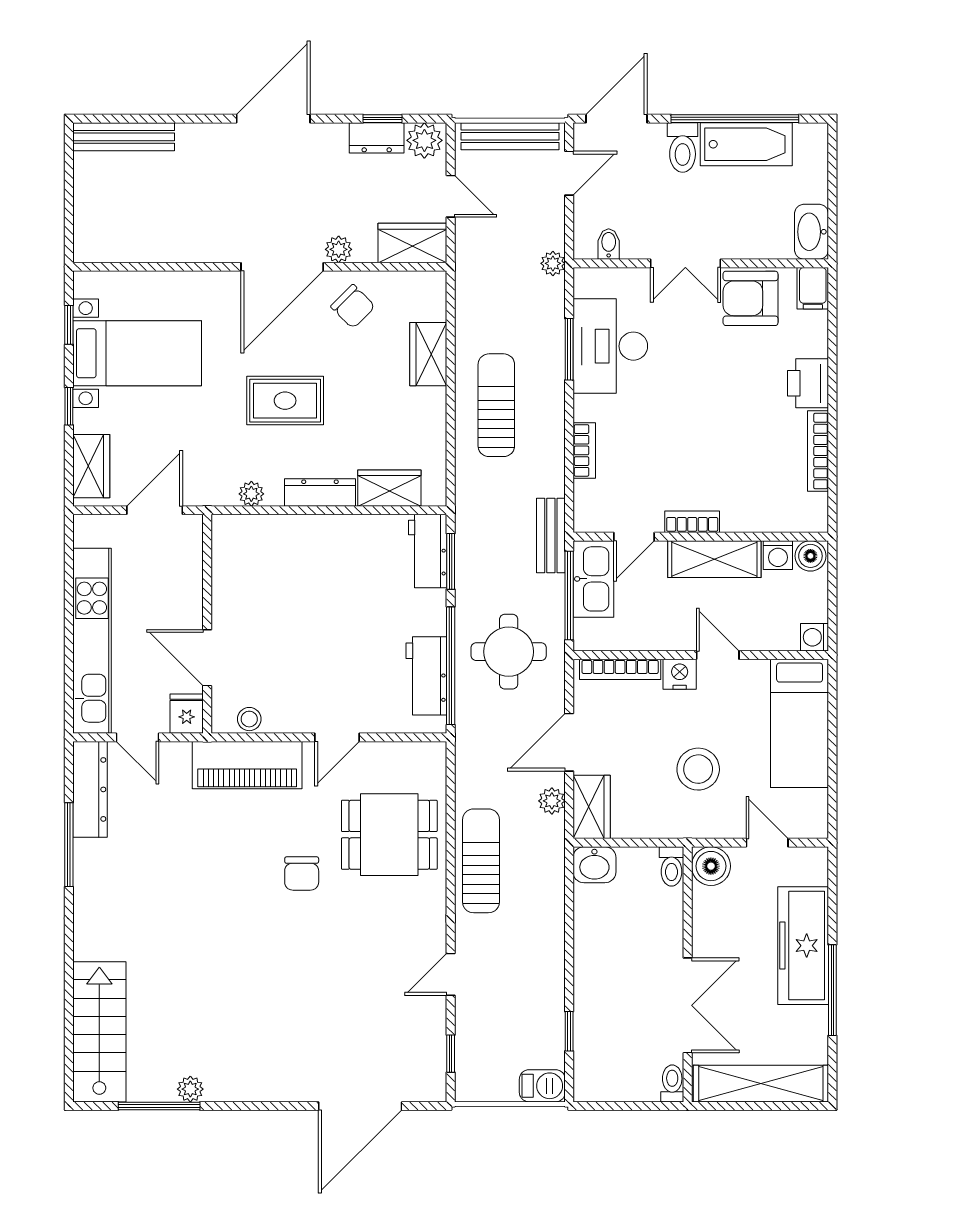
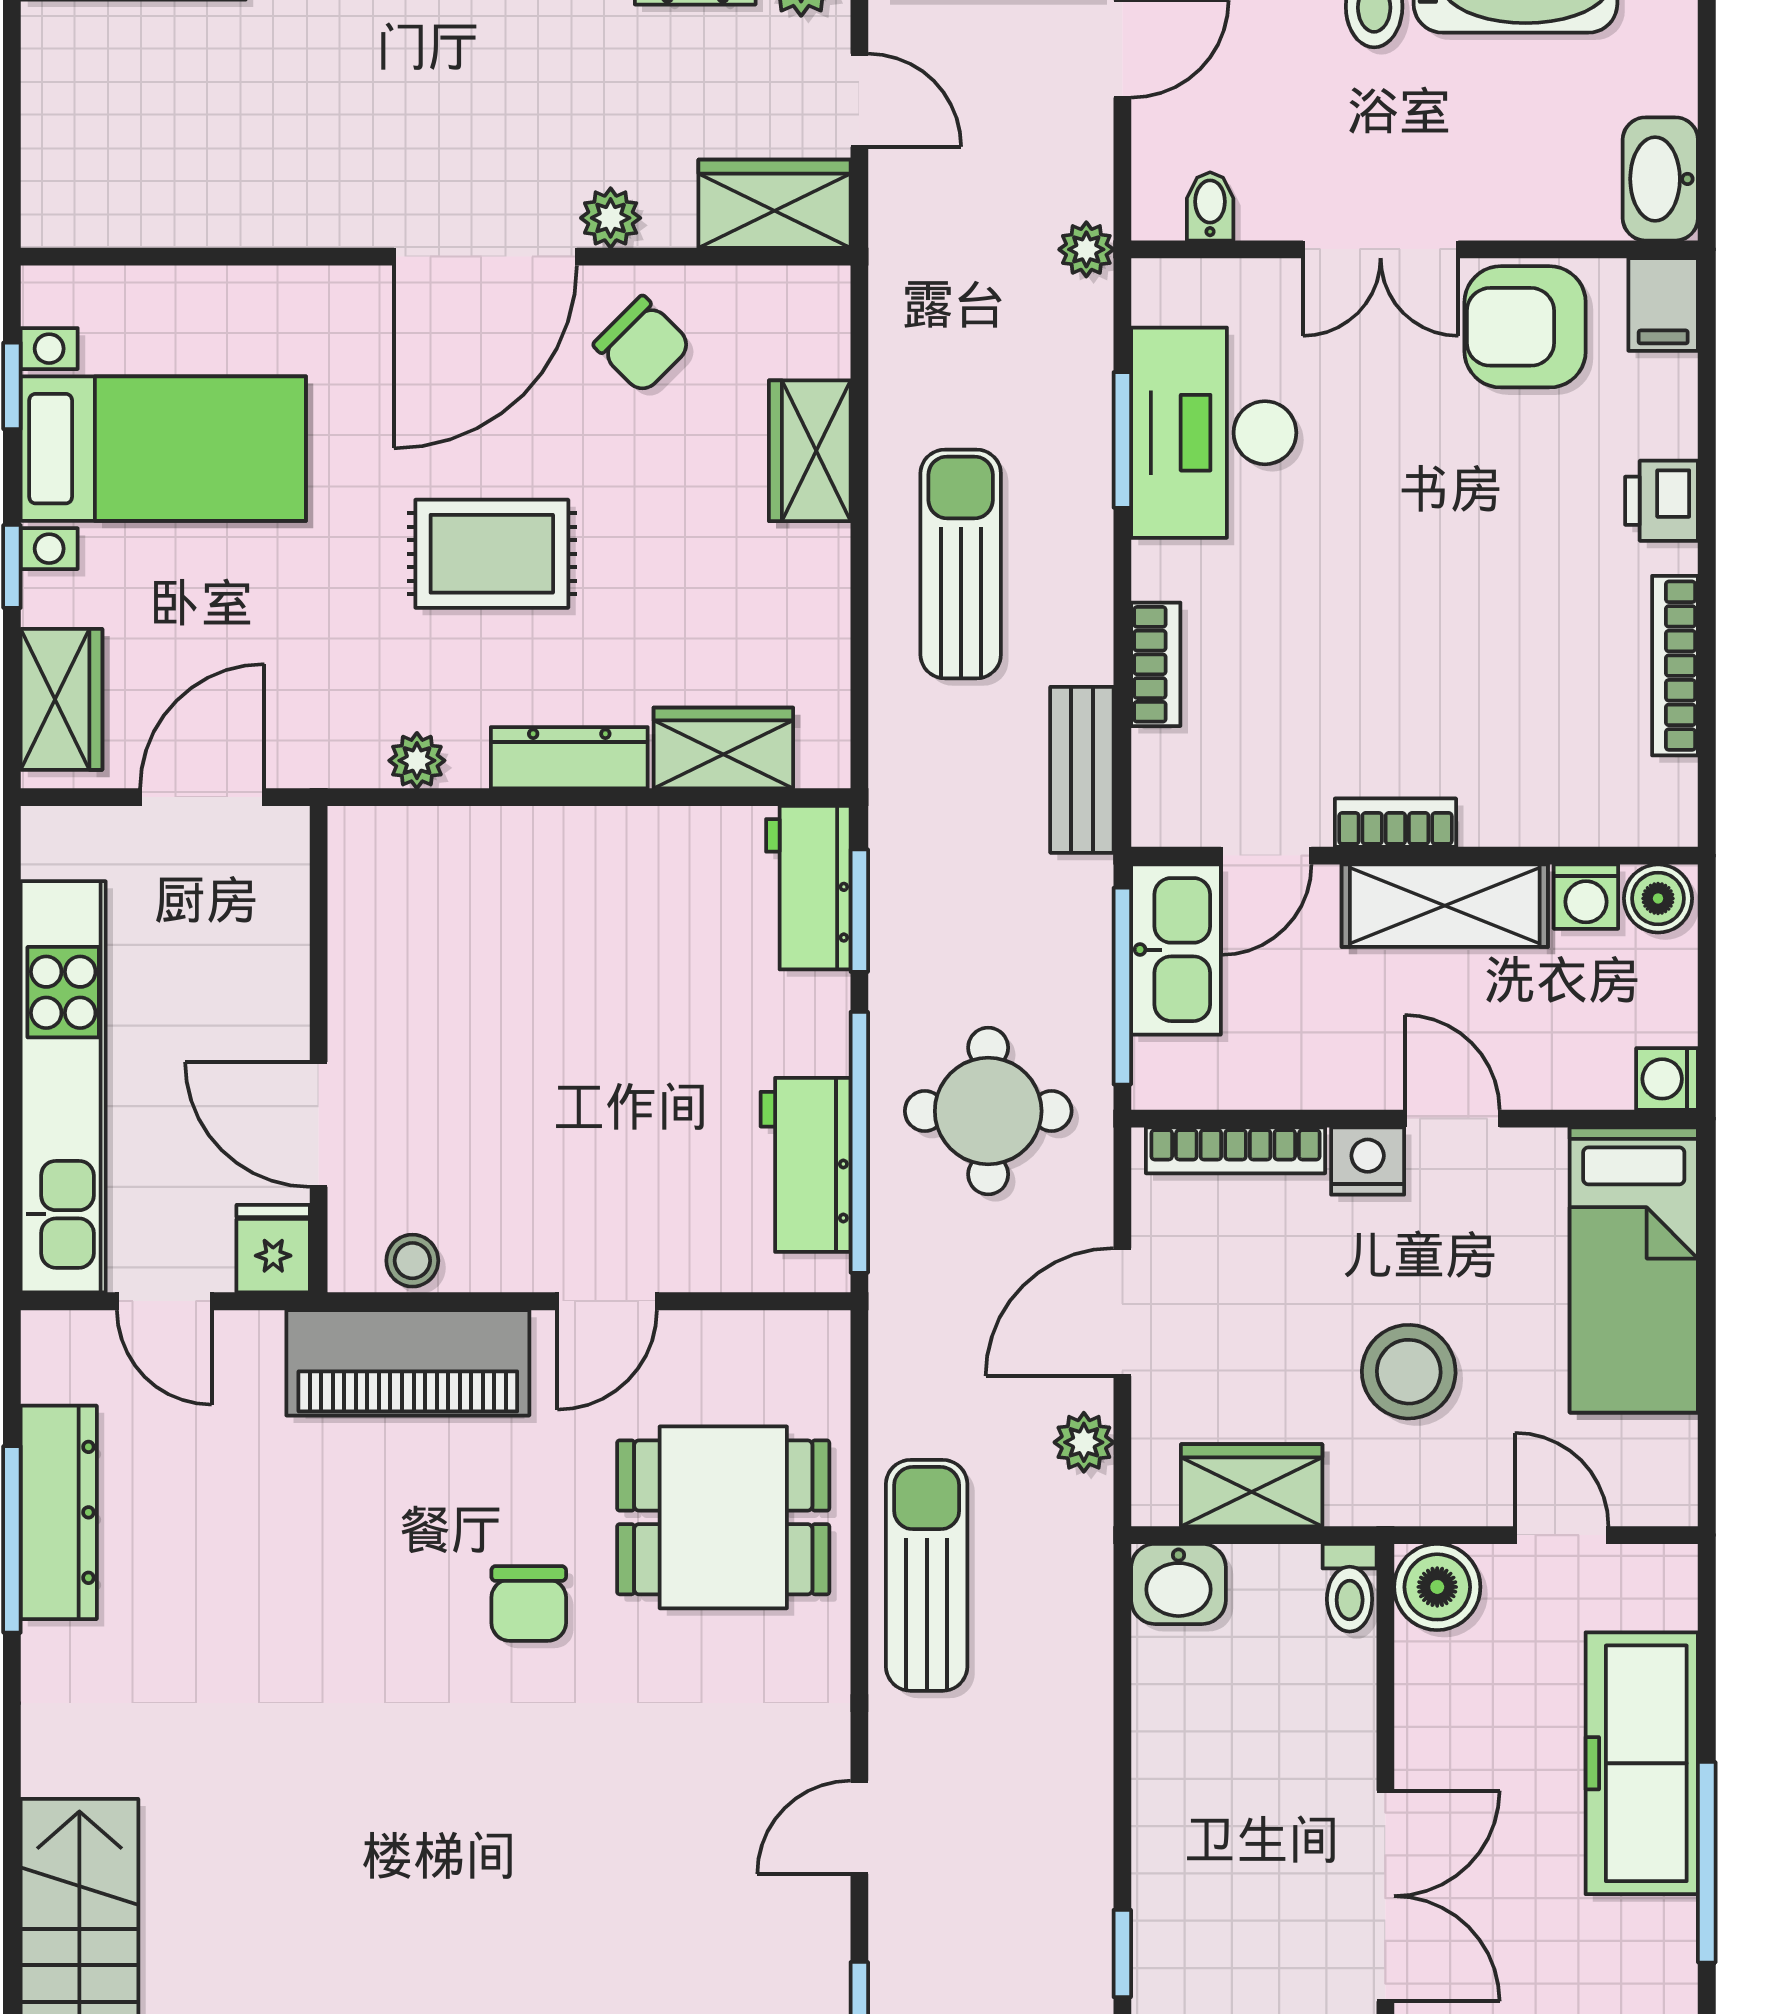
printer: (808, 383) -> (1662, 501), width x0.73, depth x0.81
bench: (551, 536) -> (1082, 770), moved
dresser: (90, 789) -> (59, 1512), moved
wardrobe: (592, 807) -> (1252, 1485), moved, turned -90

